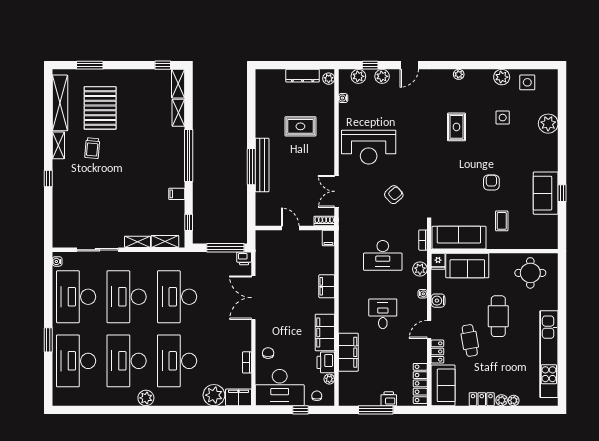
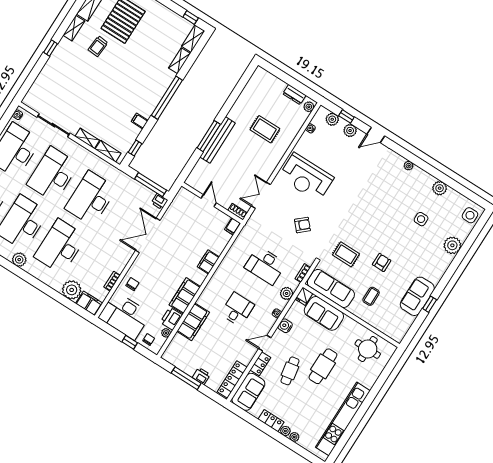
dresser: (303, 76) -> (294, 95), width x0.70
side table: (527, 82) -> (470, 215), moved
rug: (456, 127) -> (346, 254), moved, turned 90

